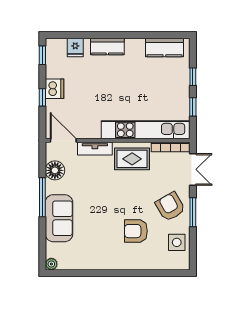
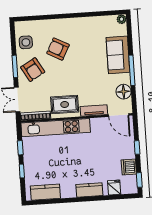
dishwasher: (55, 89) -> (129, 167), moved
armchair: (136, 231) -> (58, 49), turned -152

